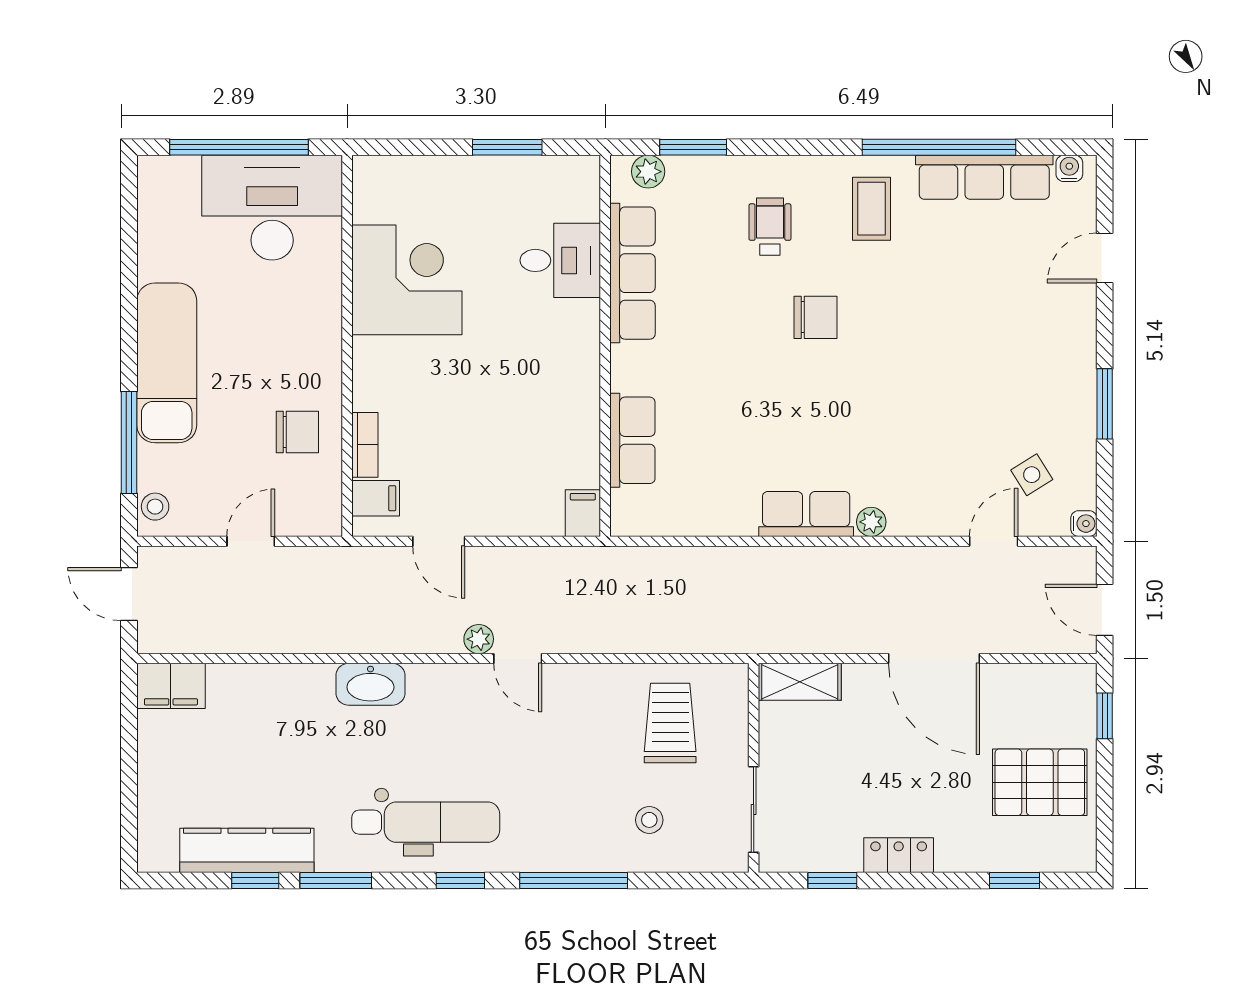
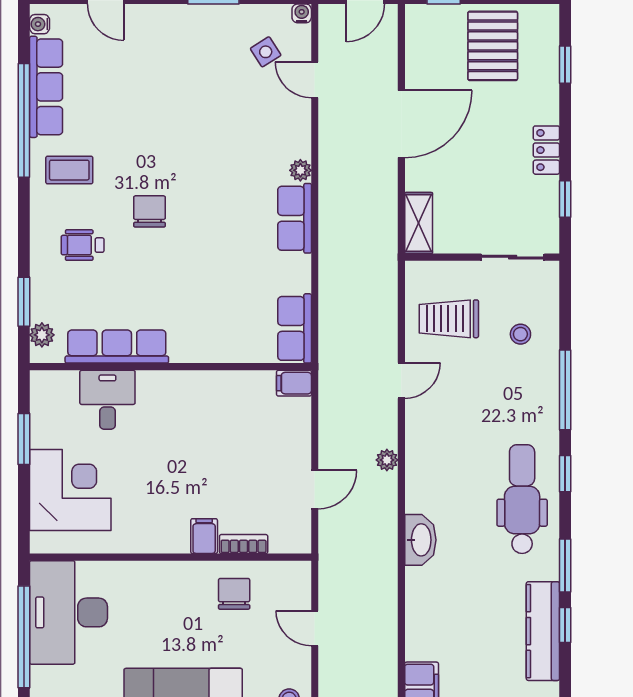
corner desk: (407, 280) -> (70, 490), moved, turned 90
row of seats: (632, 440) -> (295, 328), moved, turned -90
filing cabinet: (376, 498) -> (204, 536), moved
door: (518, 658) -> (401, 380), moved

